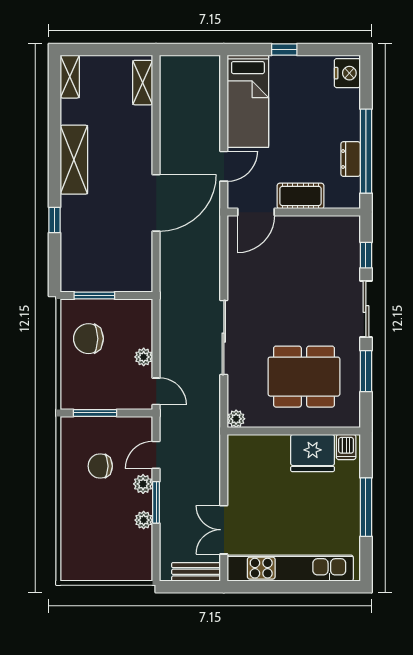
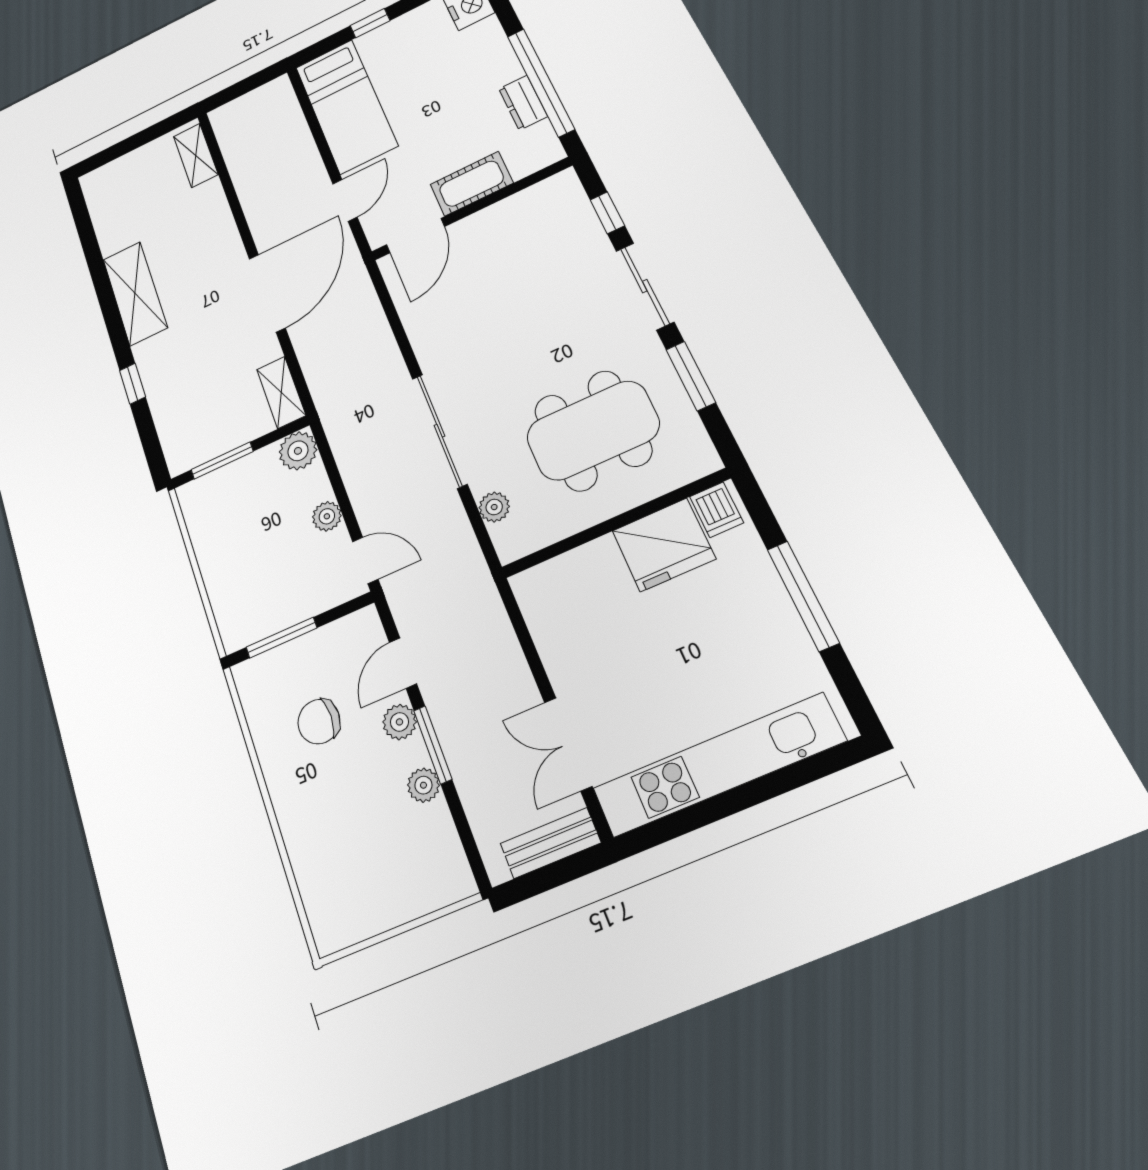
shelving: (70, 77) -> (281, 392), moved
plant: (141, 311) -> (298, 451), added
chair: (88, 339) -> (234, 527), removed
plant: (236, 419) -> (494, 507), moved

